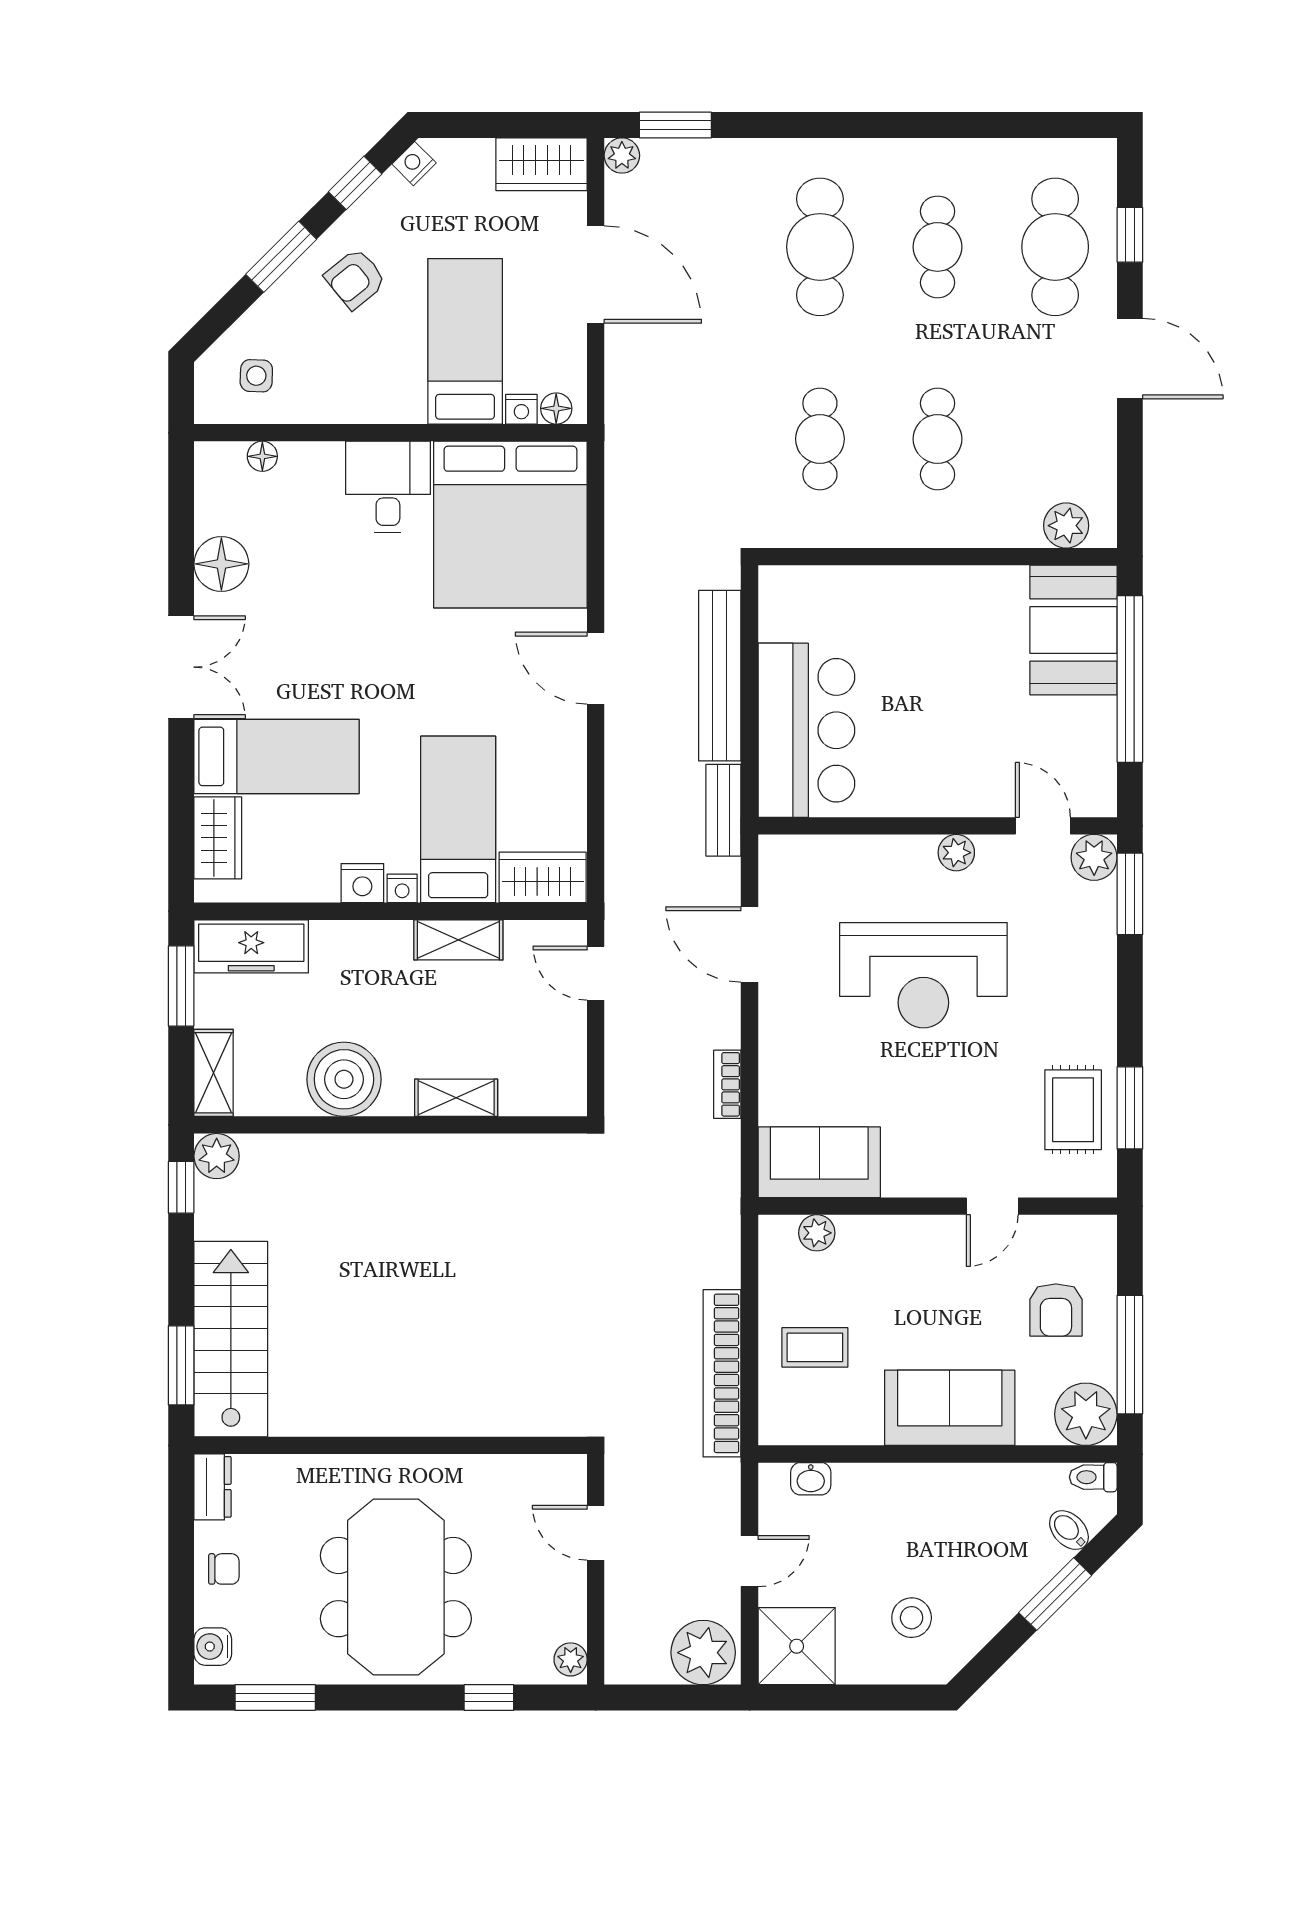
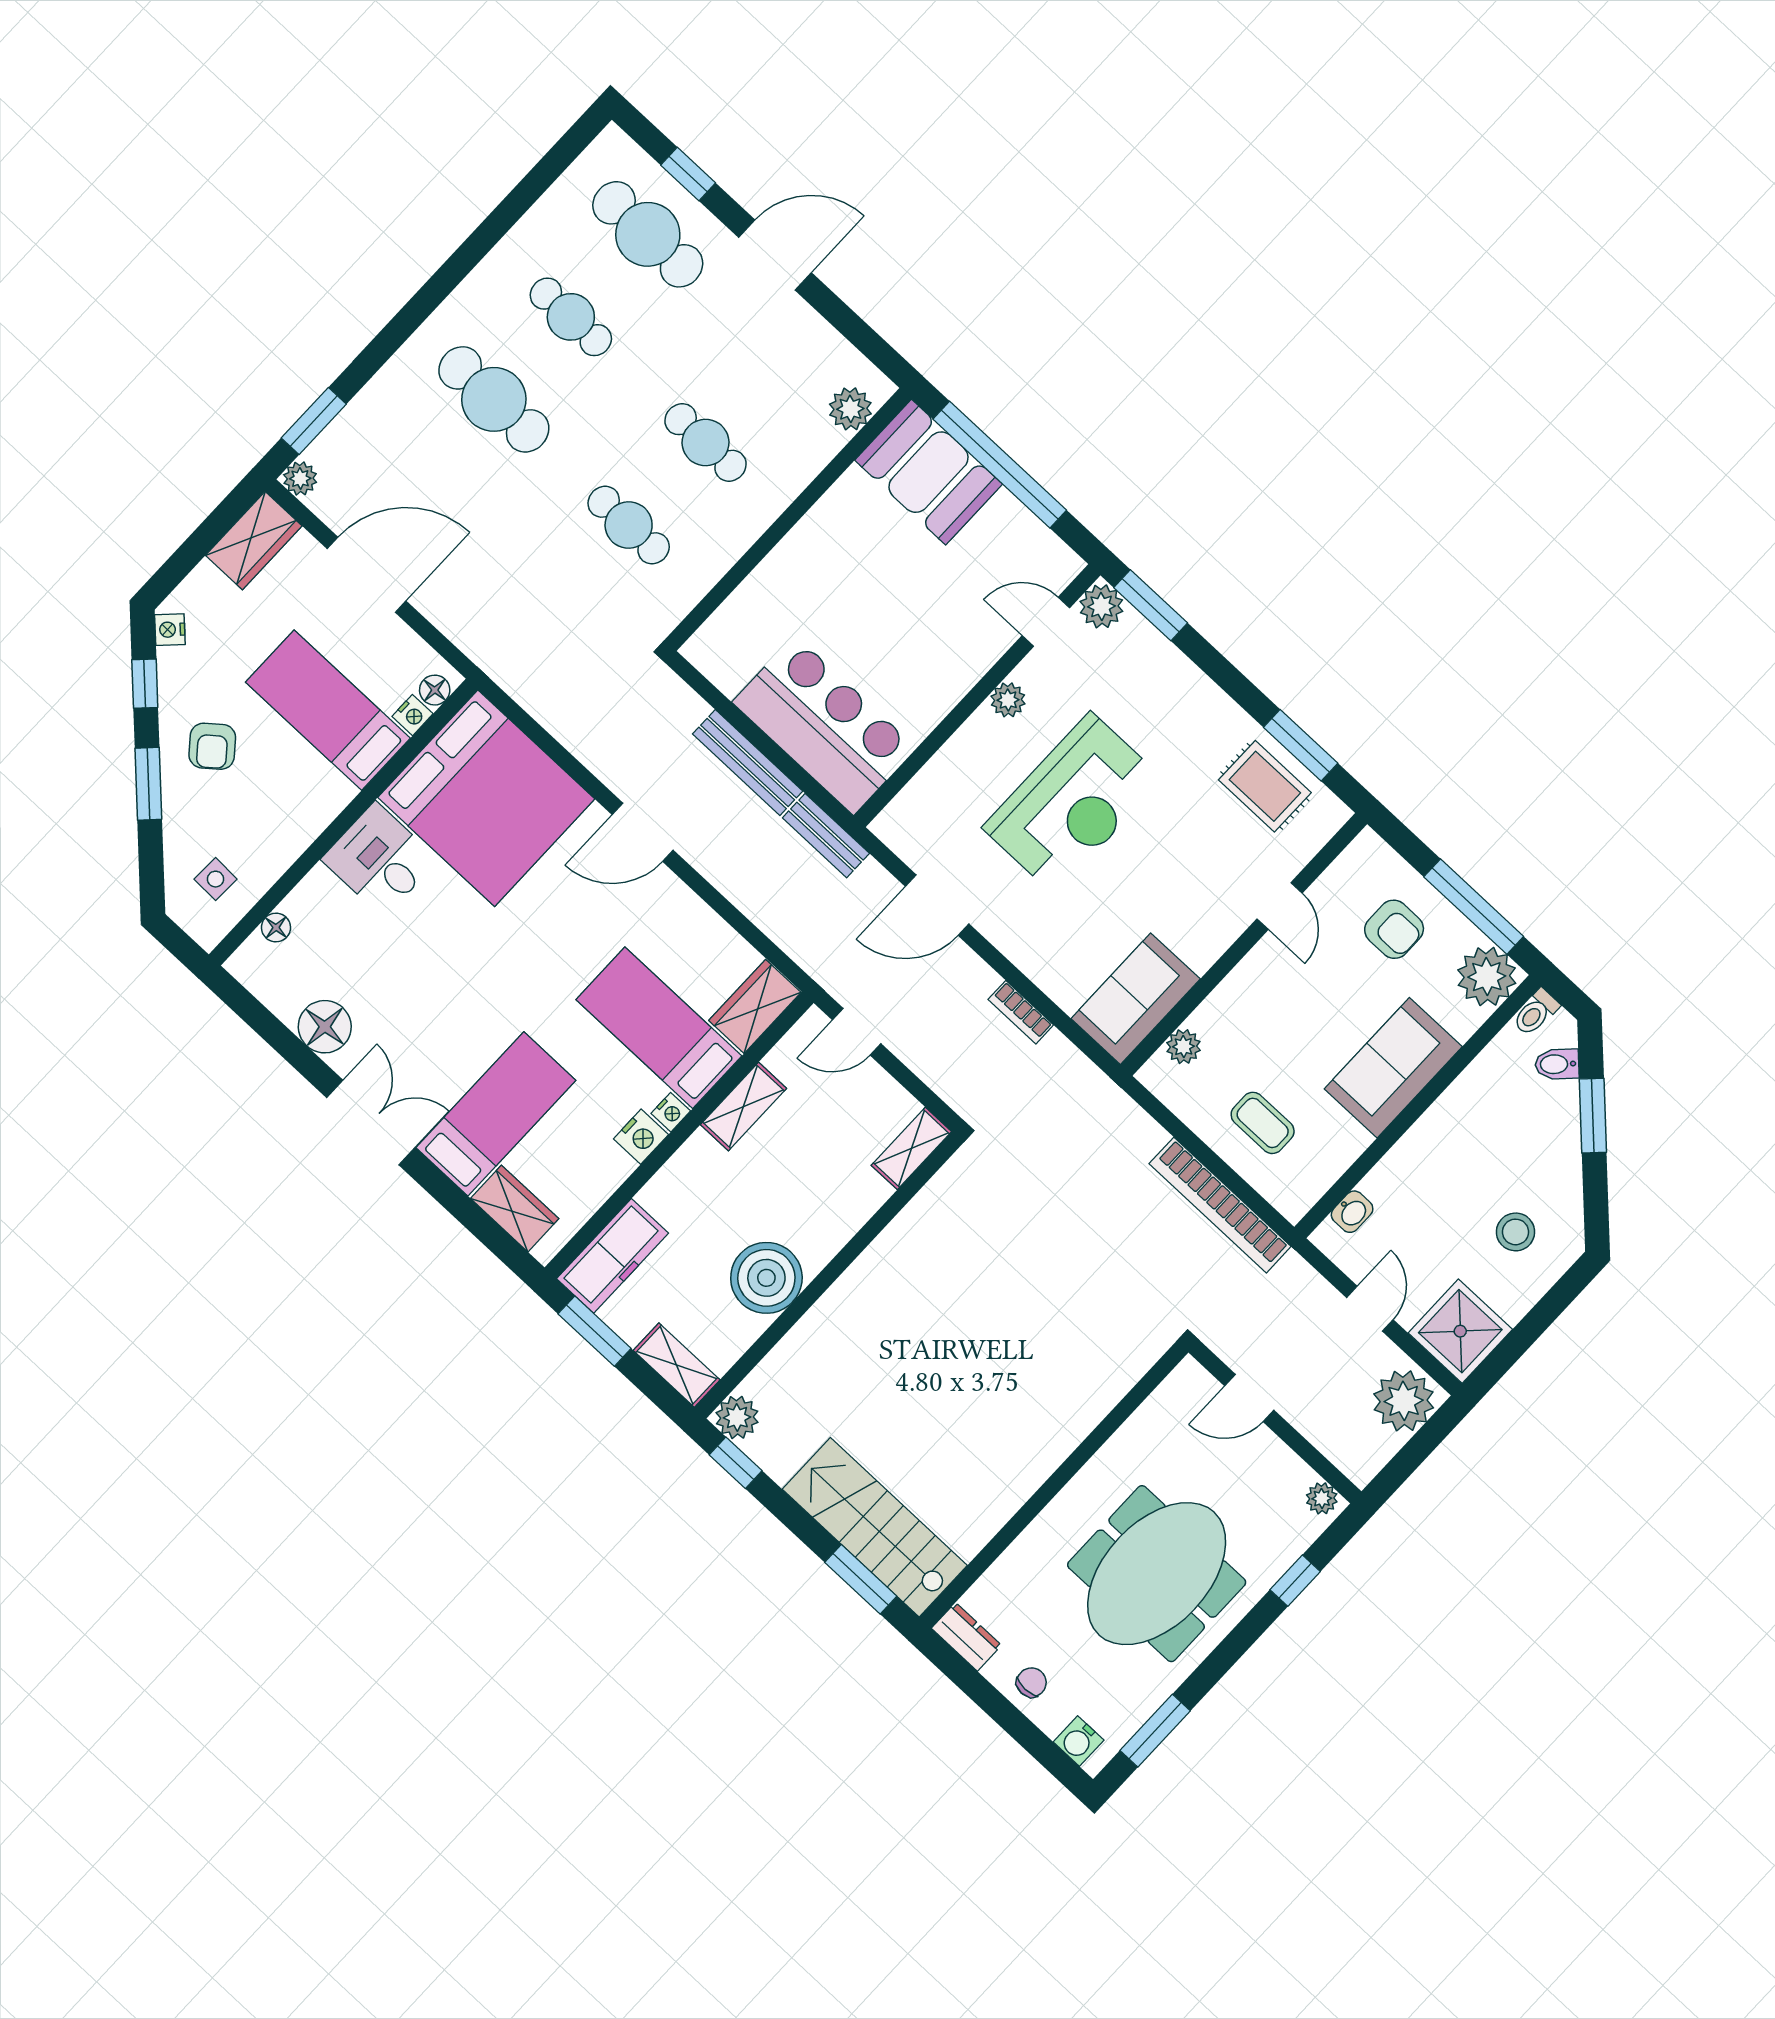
bench: (720, 676) -> (748, 762), width x0.73, depth x0.82
shelving: (456, 1098) -> (911, 1148), moved
coffee table: (815, 1347) -> (1263, 1123), turned 90
meeting table: (396, 1587) -> (1157, 1574), turned 90

